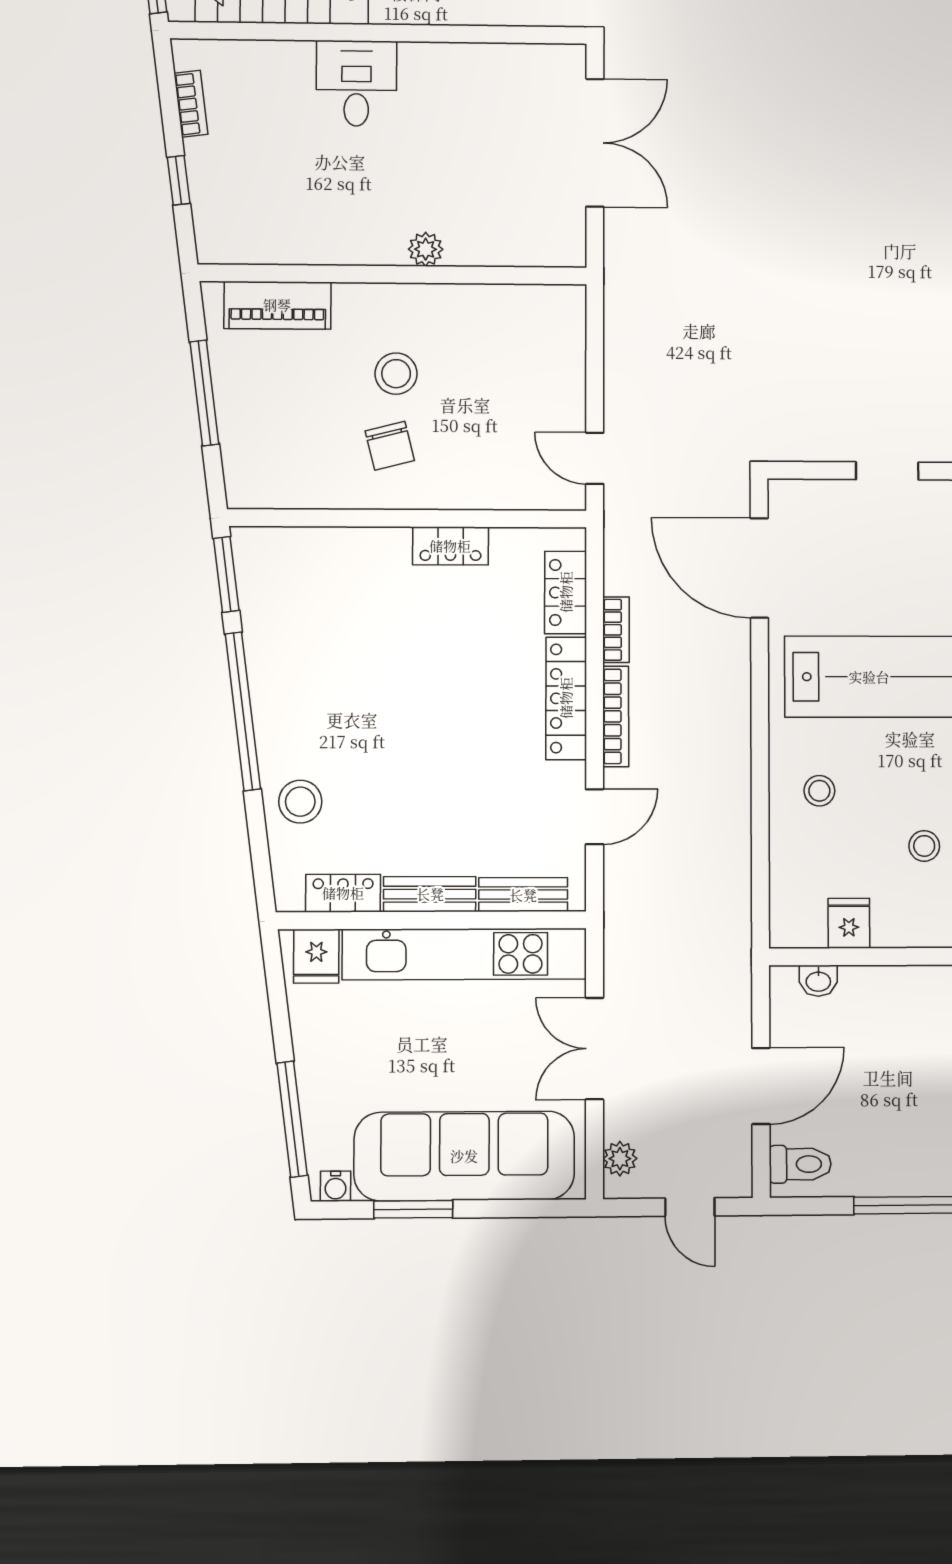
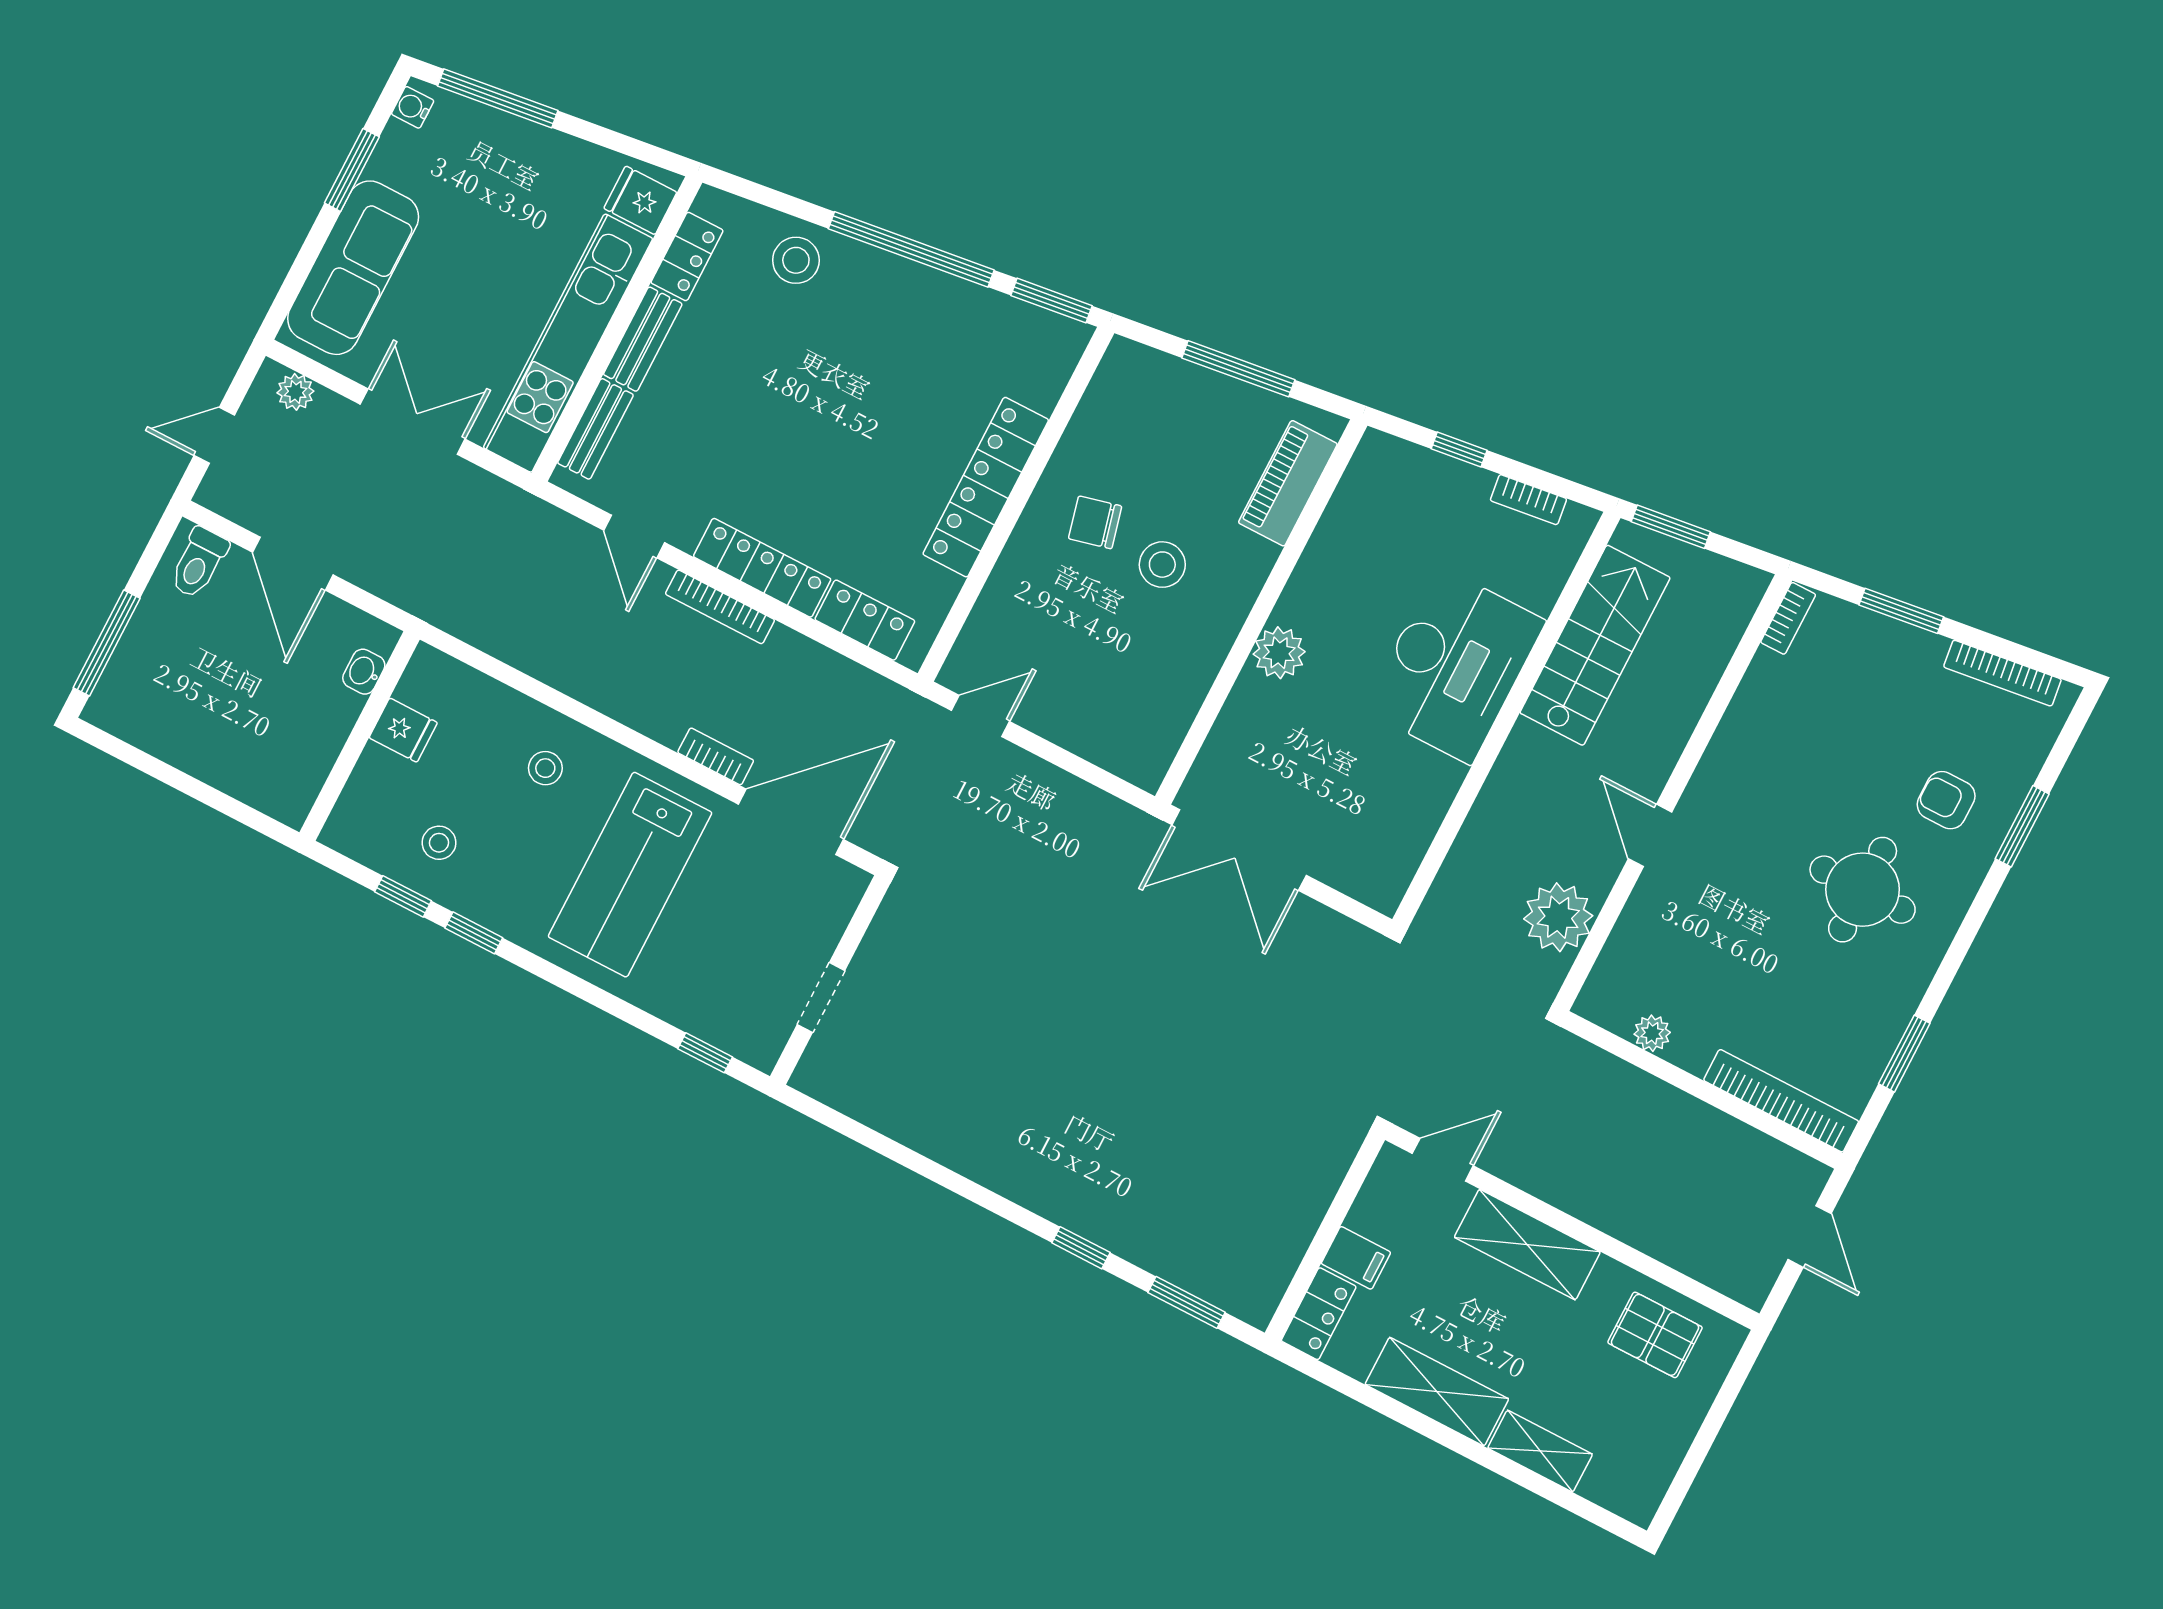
desk: (356, 83) -> (1455, 665), width x1.87, depth x1.30
double door: (595, 143) -> (1239, 850), moved
plant: (426, 249) -> (1279, 653), width x1.38, depth x1.38
locker: (450, 546) -> (986, 487), width x2.16, depth x1.21
bookcase: (616, 630) -> (716, 756), moved, turned 180
sofa: (464, 1156) -> (353, 268), width x0.74, depth x0.79

